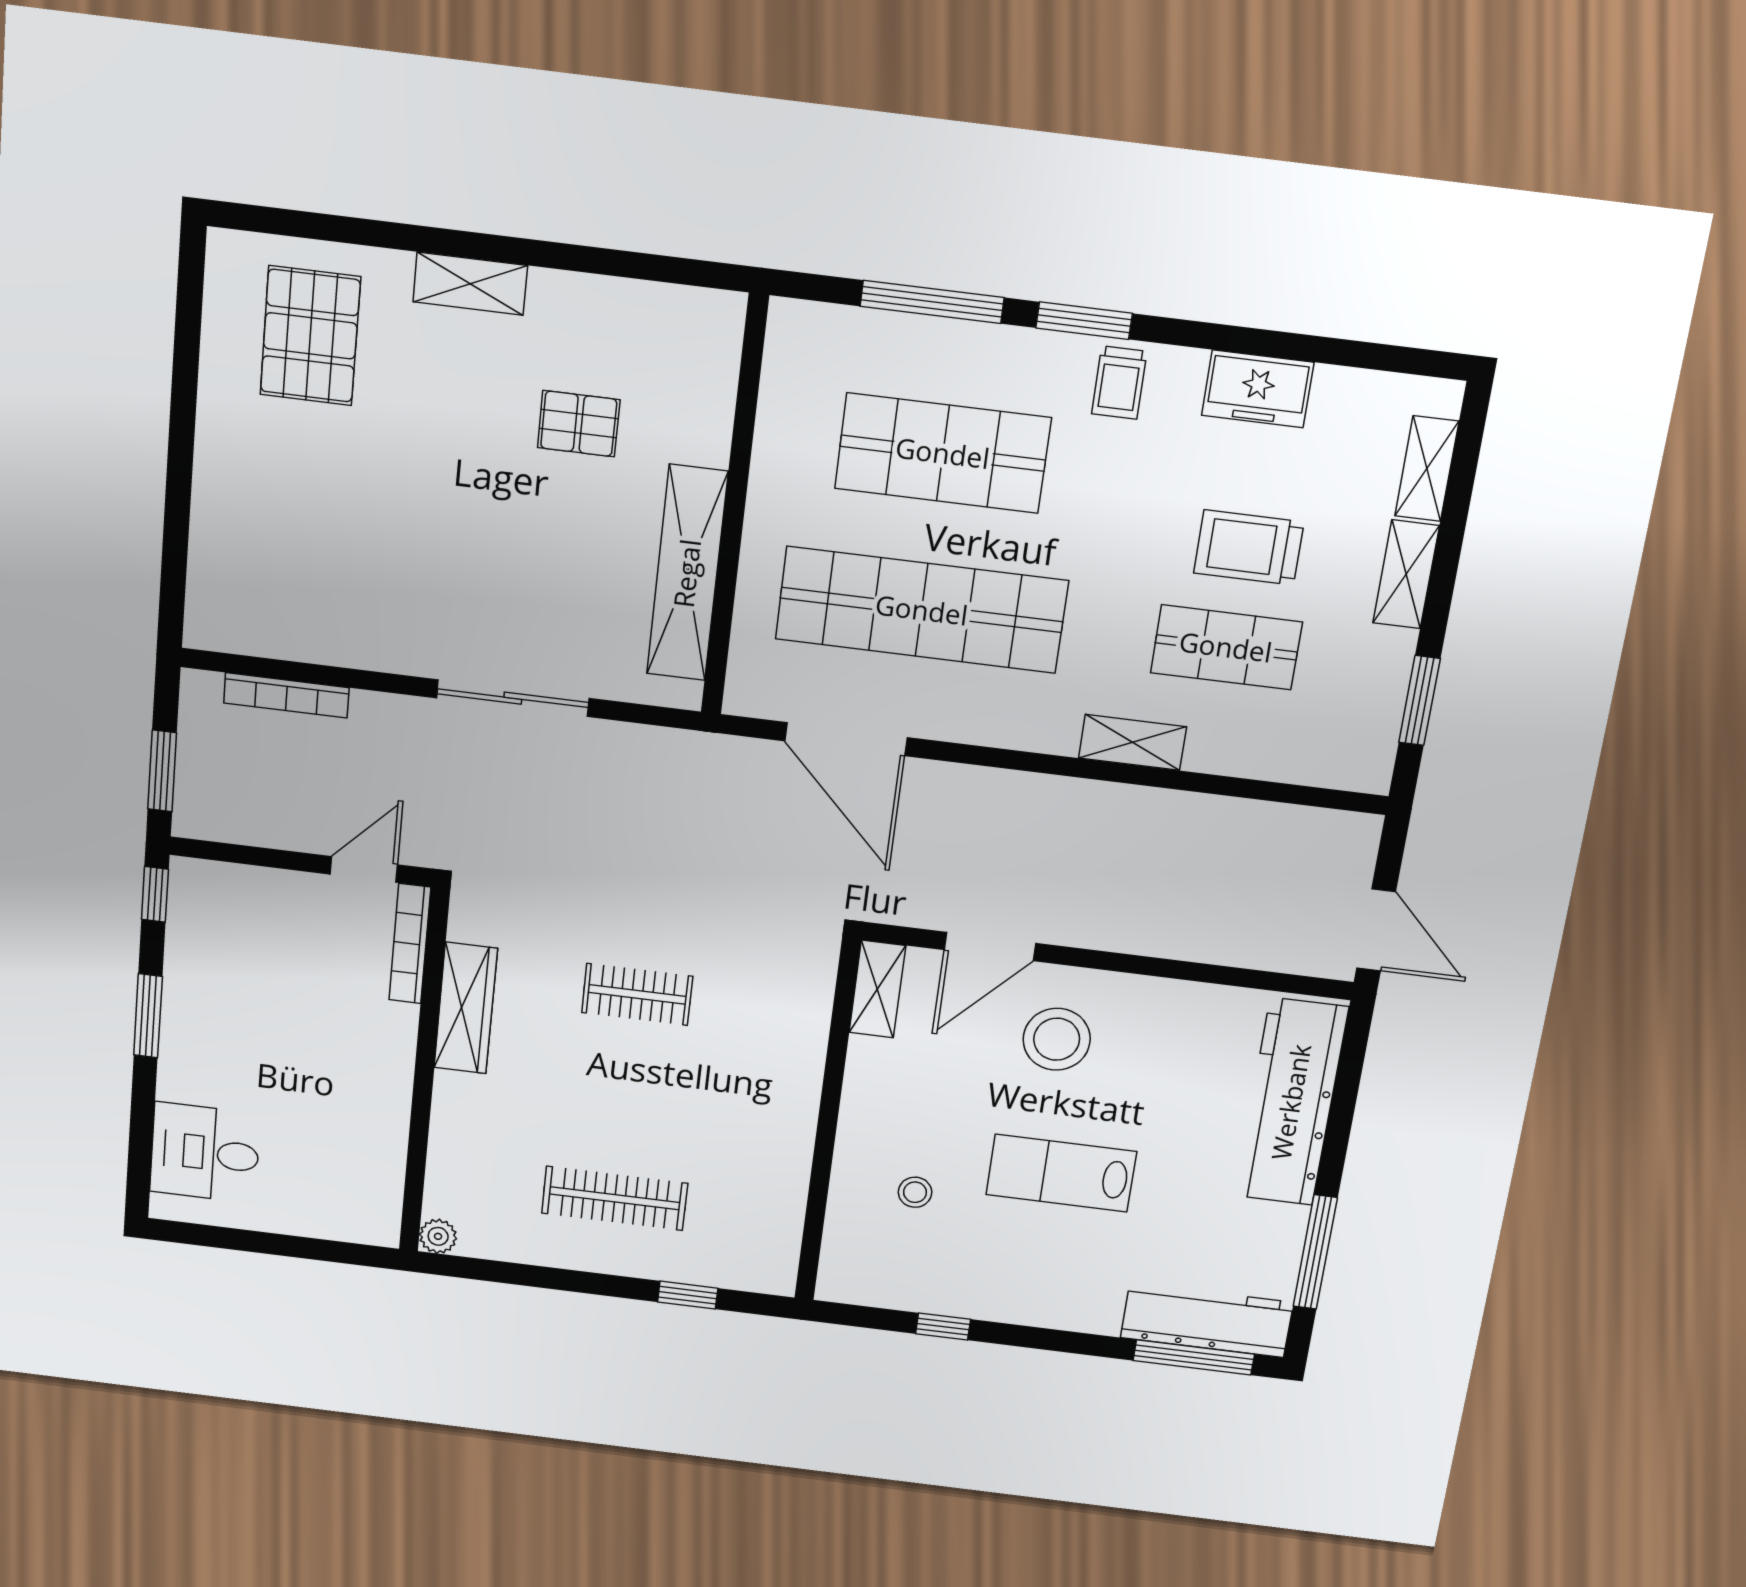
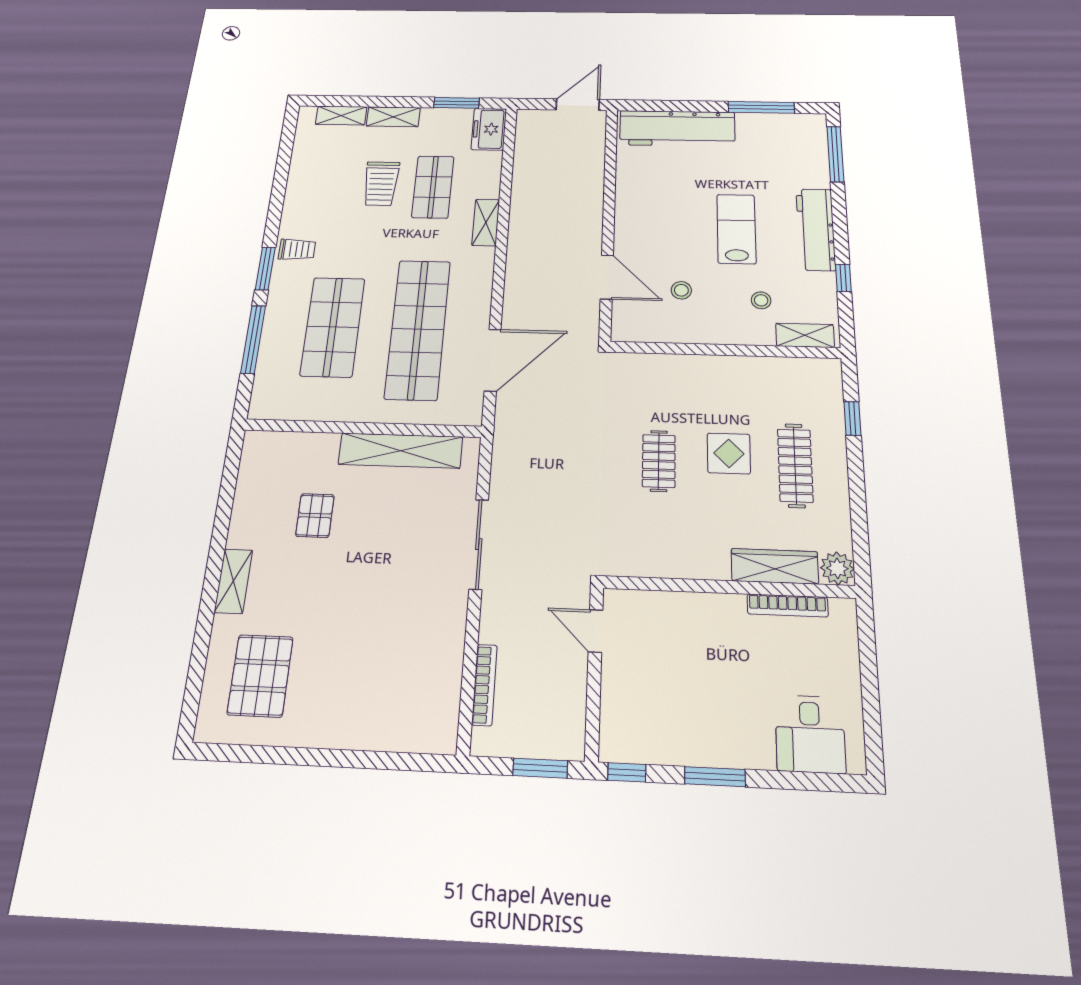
pallet: (310, 336) -> (260, 676), turned 90
freezer: (1258, 389) -> (489, 129), moved, turned 180
bookcase: (410, 944) -> (788, 605), moved
shelving: (877, 989) -> (805, 335), moved
wardrobe: (466, 1008) -> (775, 566), moved
stool: (1057, 1039) -> (681, 290), moved, width x0.53, depth x0.53
display table: (642, 1103) -> (729, 453), added
lab bench: (1061, 1173) -> (736, 229), turned 180
plant: (438, 1236) -> (837, 568), width x1.38, depth x1.38
workbench: (1207, 1320) -> (816, 229), moved

